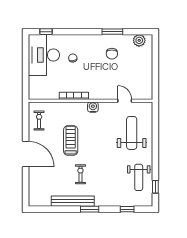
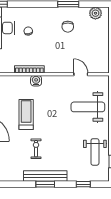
water cooler: (93, 107) -> (36, 81), moved
weight bench: (132, 133) -> (88, 107), turned -90
bench: (73, 201) -> (45, 176), moved

